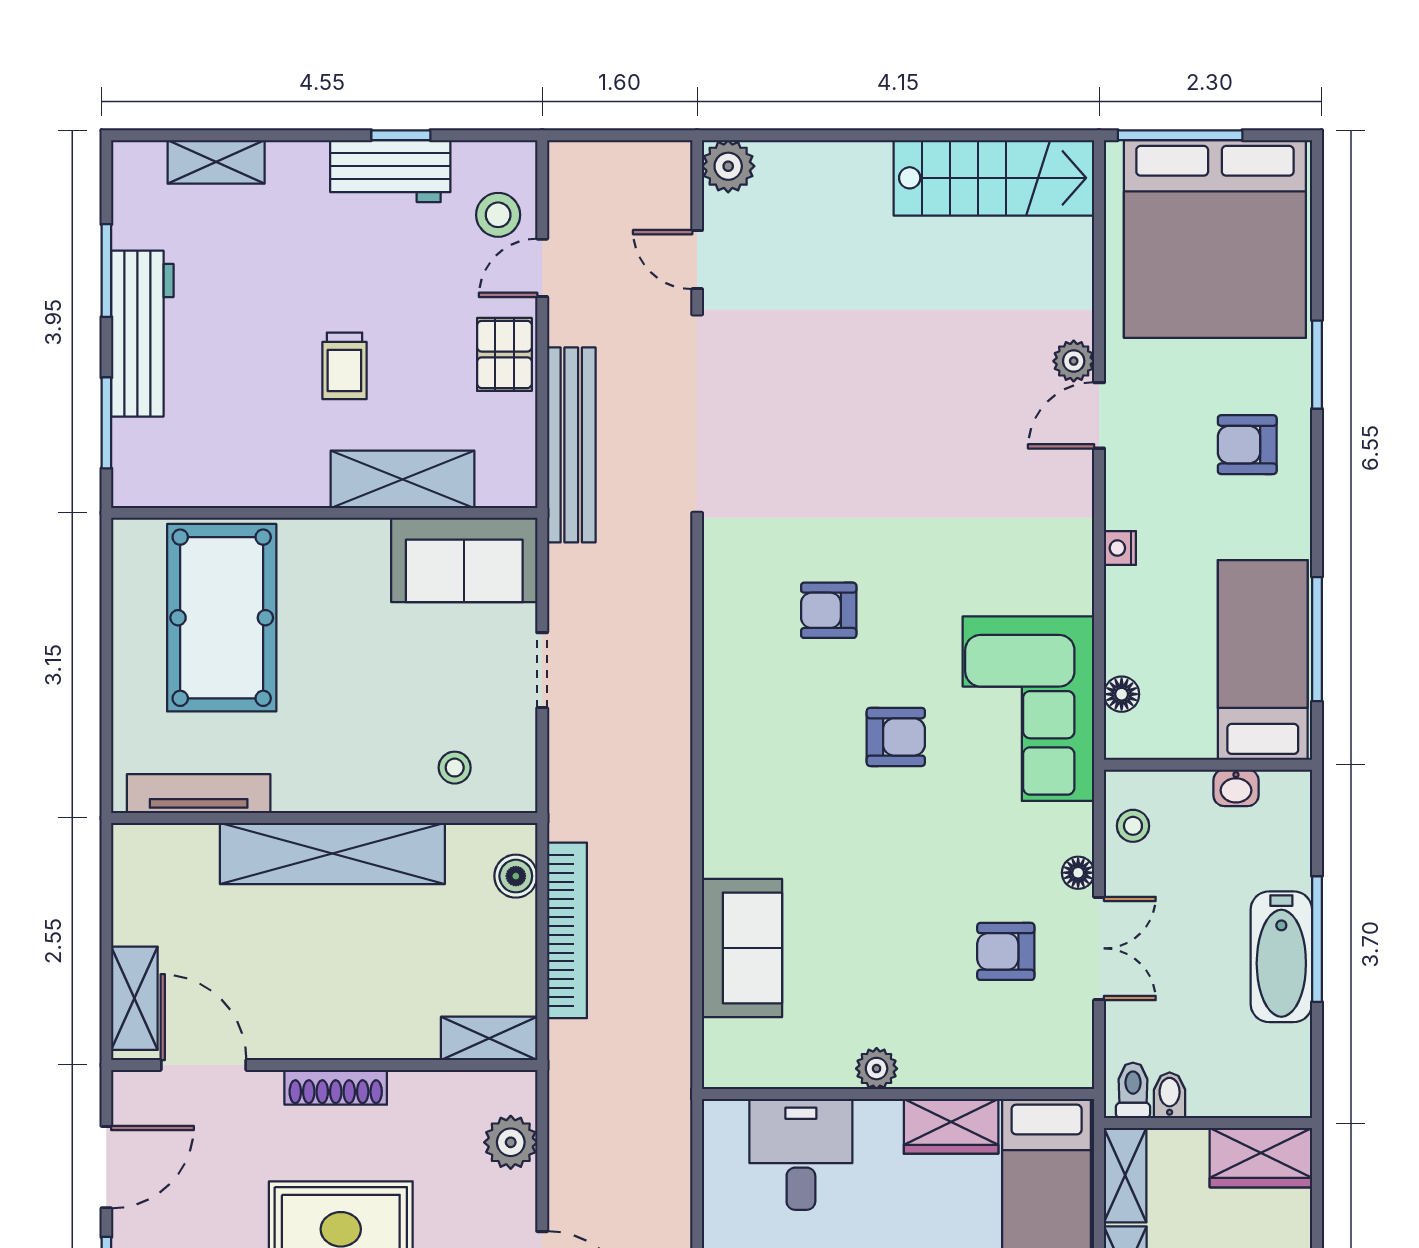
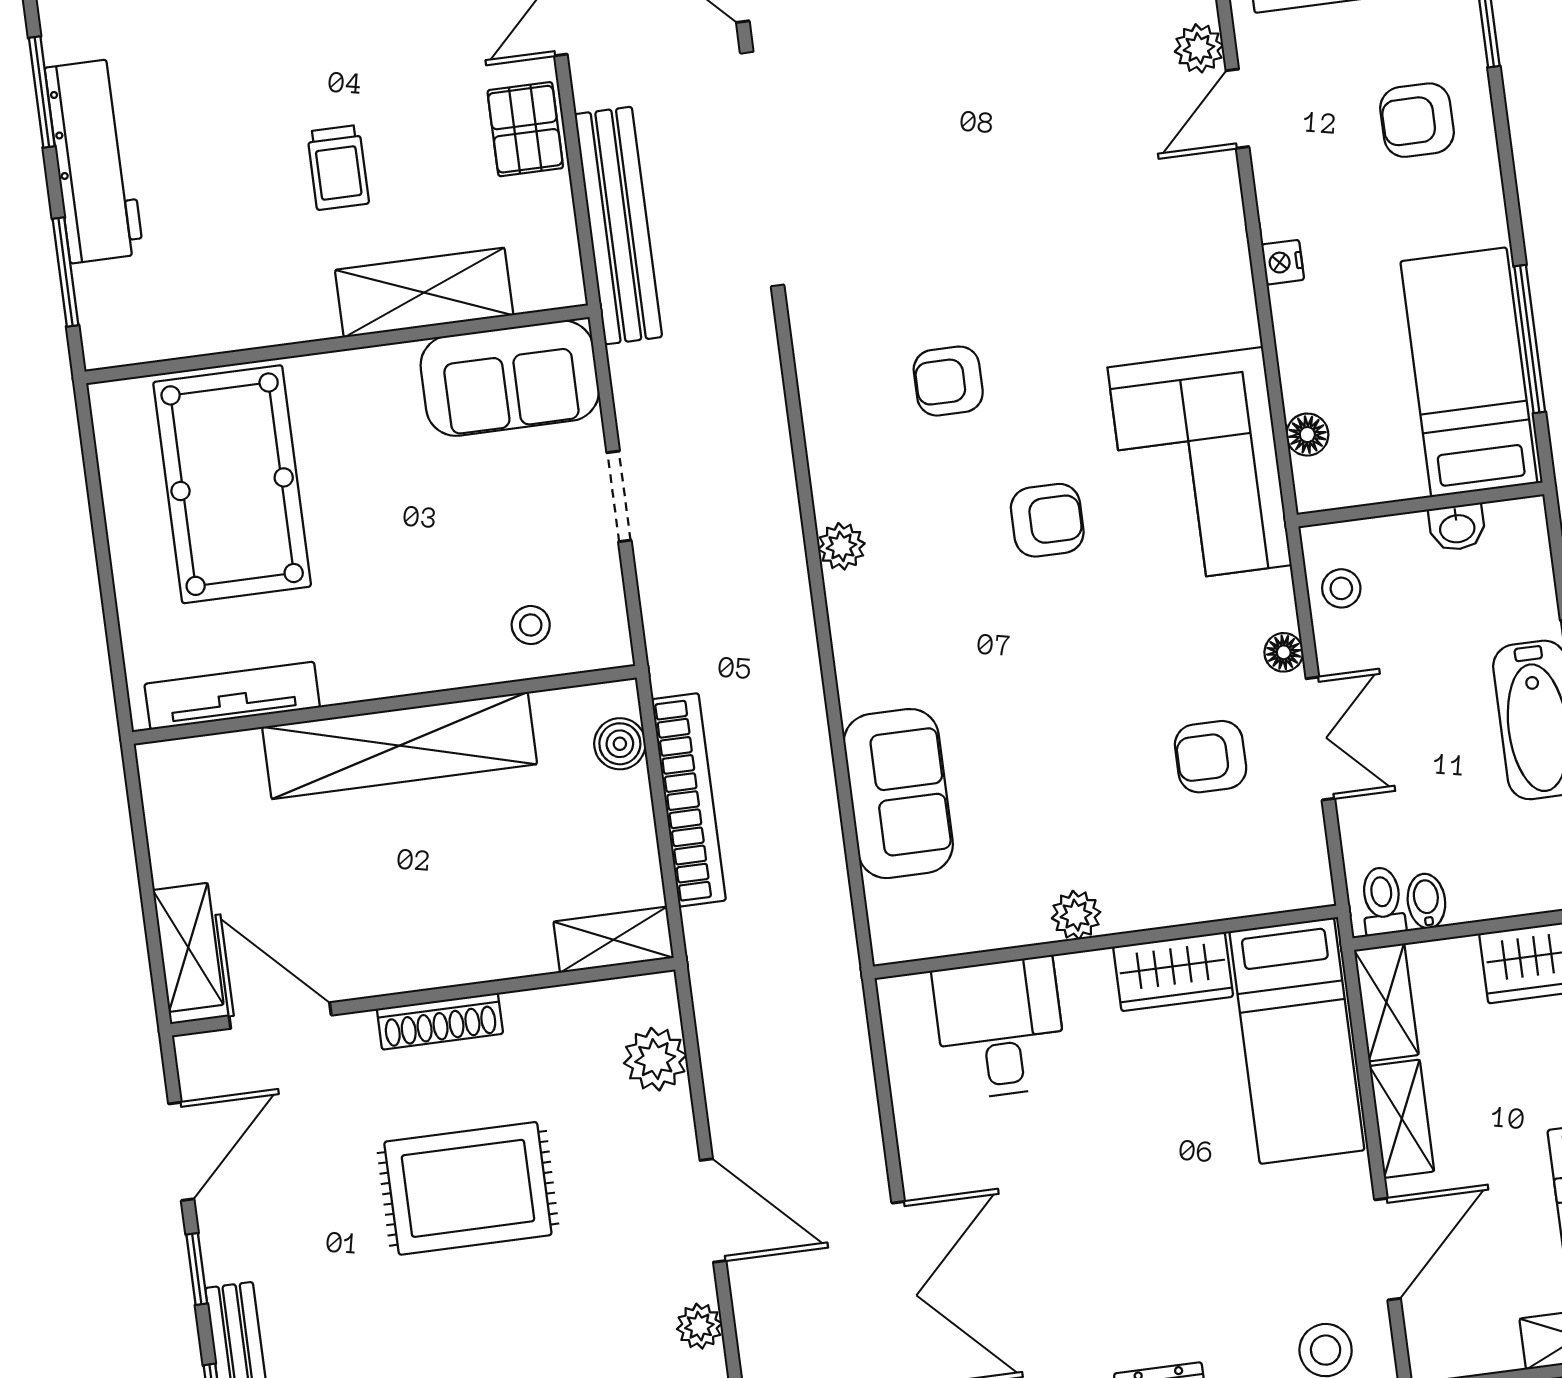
plant: (722, 736) -> (841, 546), added

